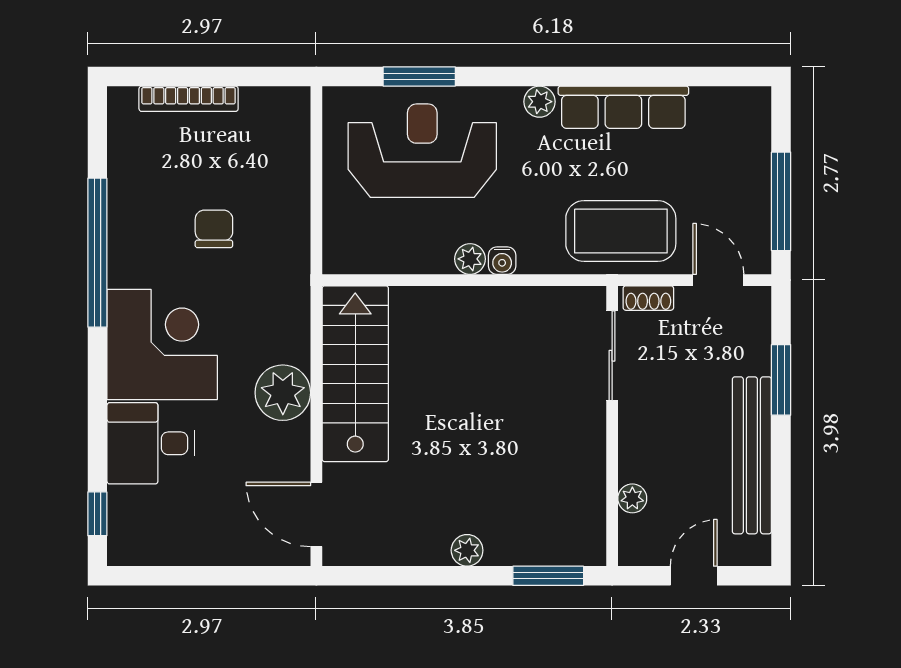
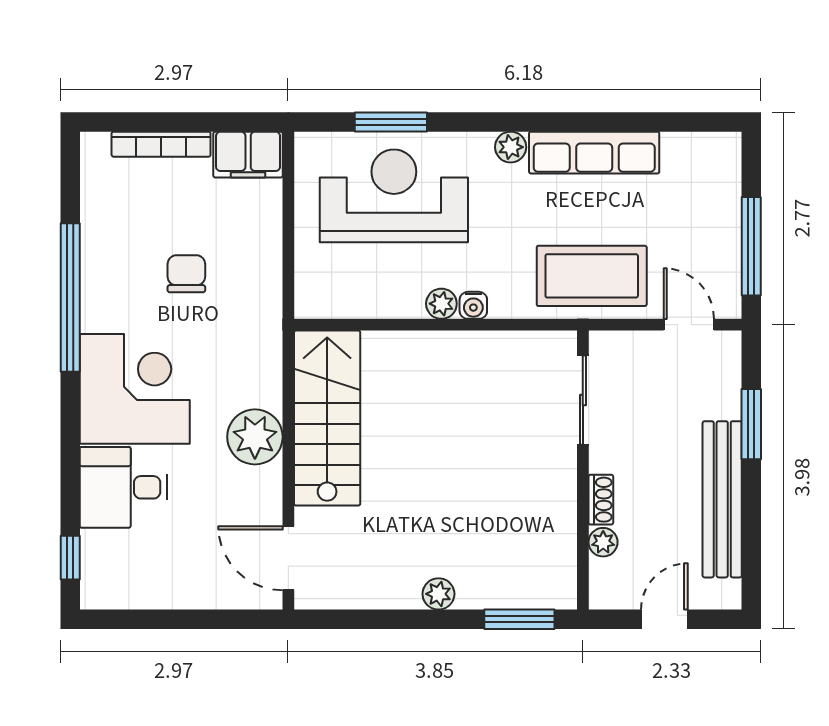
filing cabinet: (276, 109) -> (248, 155), added
shoe rack: (648, 298) -> (601, 500), moved, turned -90

